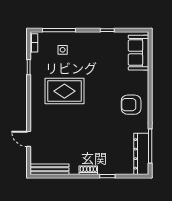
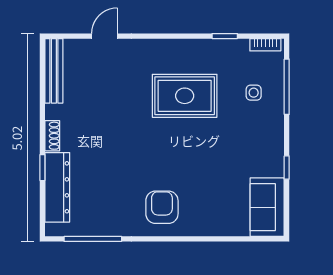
sofa: (138, 53) -> (267, 207), moved, turned -90
rug: (64, 91) -> (185, 96), turned 90
dresser: (141, 154) -> (57, 187), moved, turned 90

